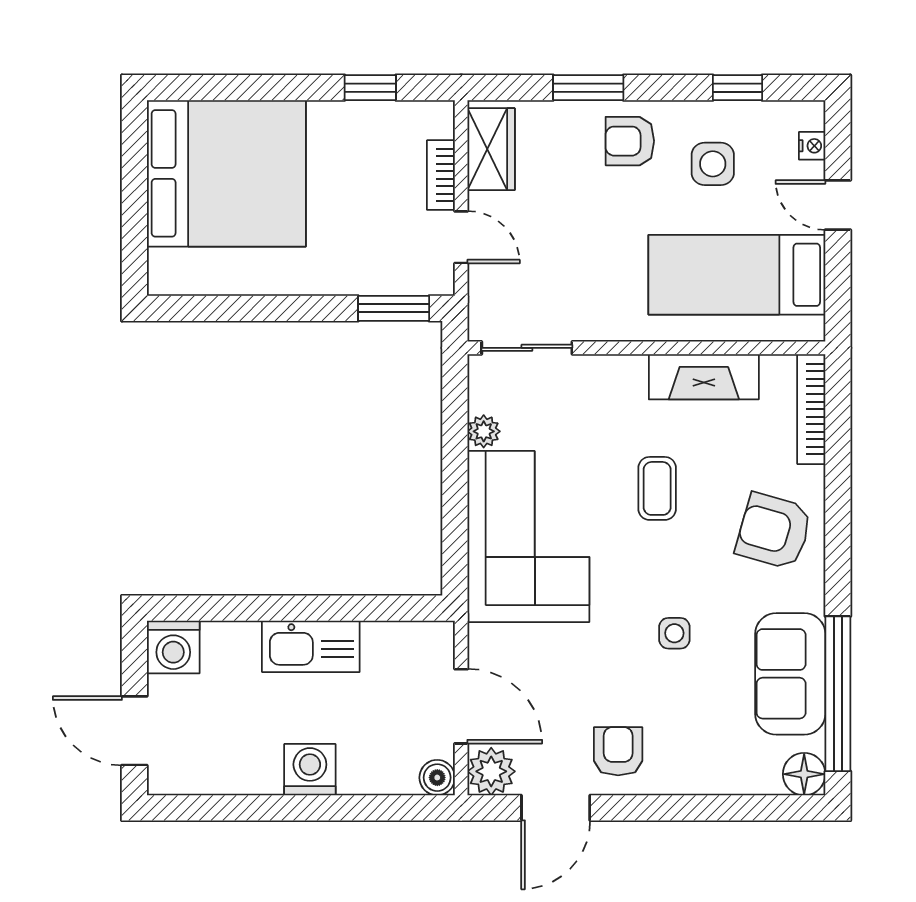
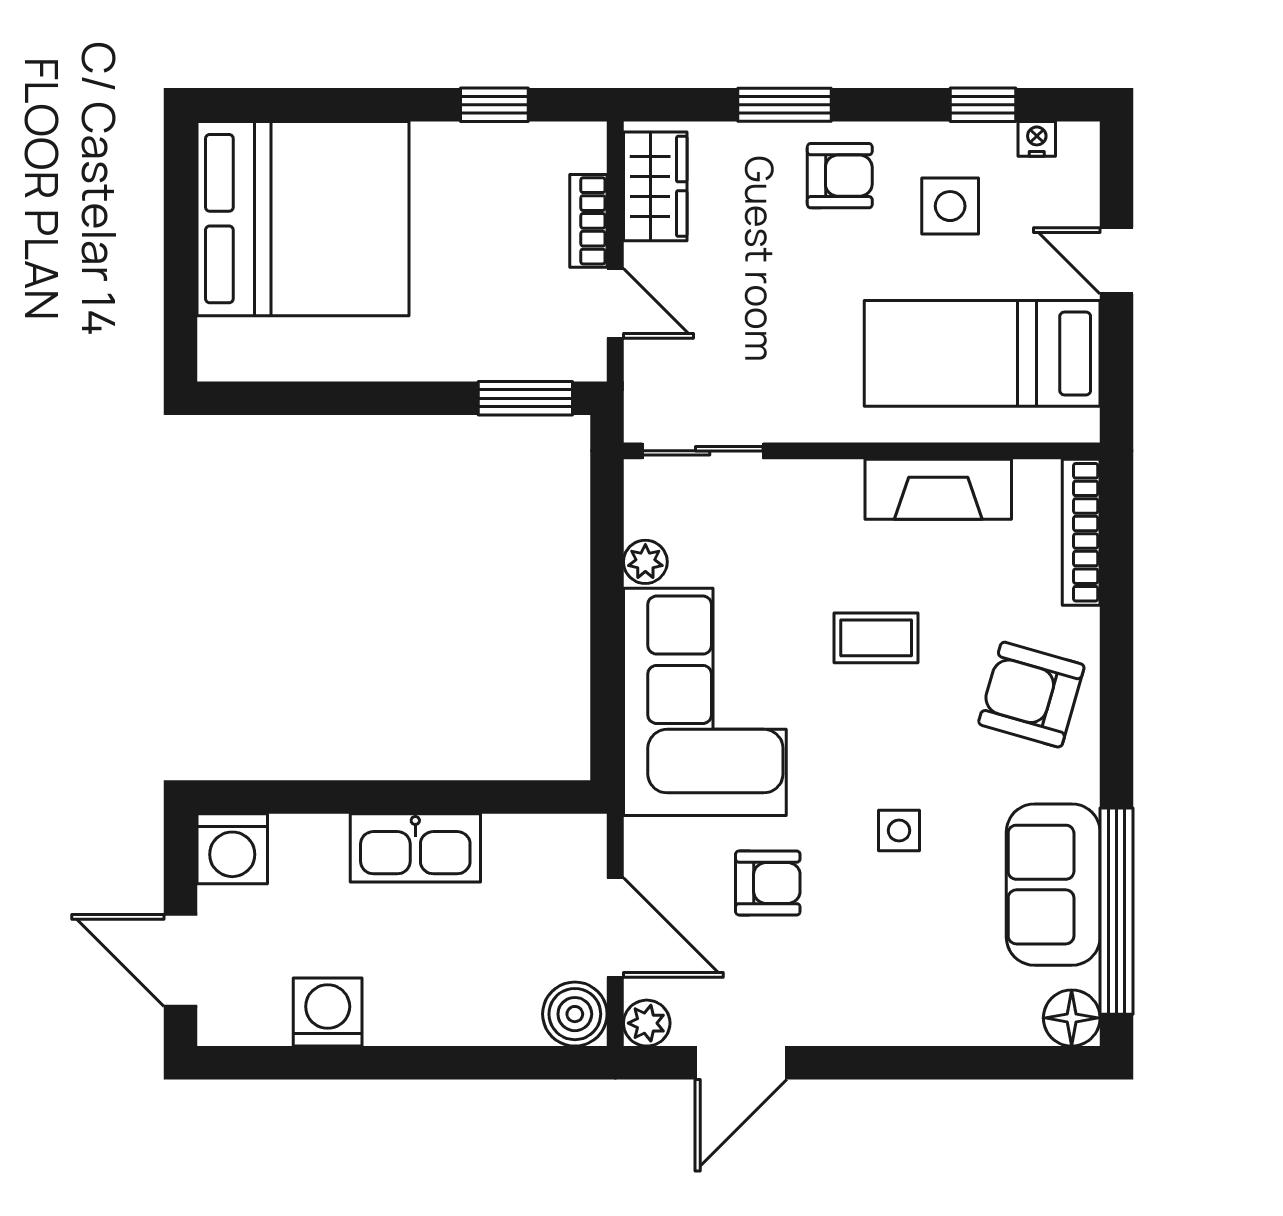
armchair: (630, 141) -> (840, 176), turned 180
nightstand: (812, 146) -> (1037, 139), moved, turned -90
coffee table: (657, 488) -> (876, 638), turned 90
armchair: (618, 751) -> (768, 883), moved, turned 90
washing machine: (310, 770) -> (328, 1012), moved
plant: (491, 771) -> (647, 1023), width x0.73, depth x0.73
boiler: (437, 778) -> (575, 1014), width x1.36, depth x1.36

